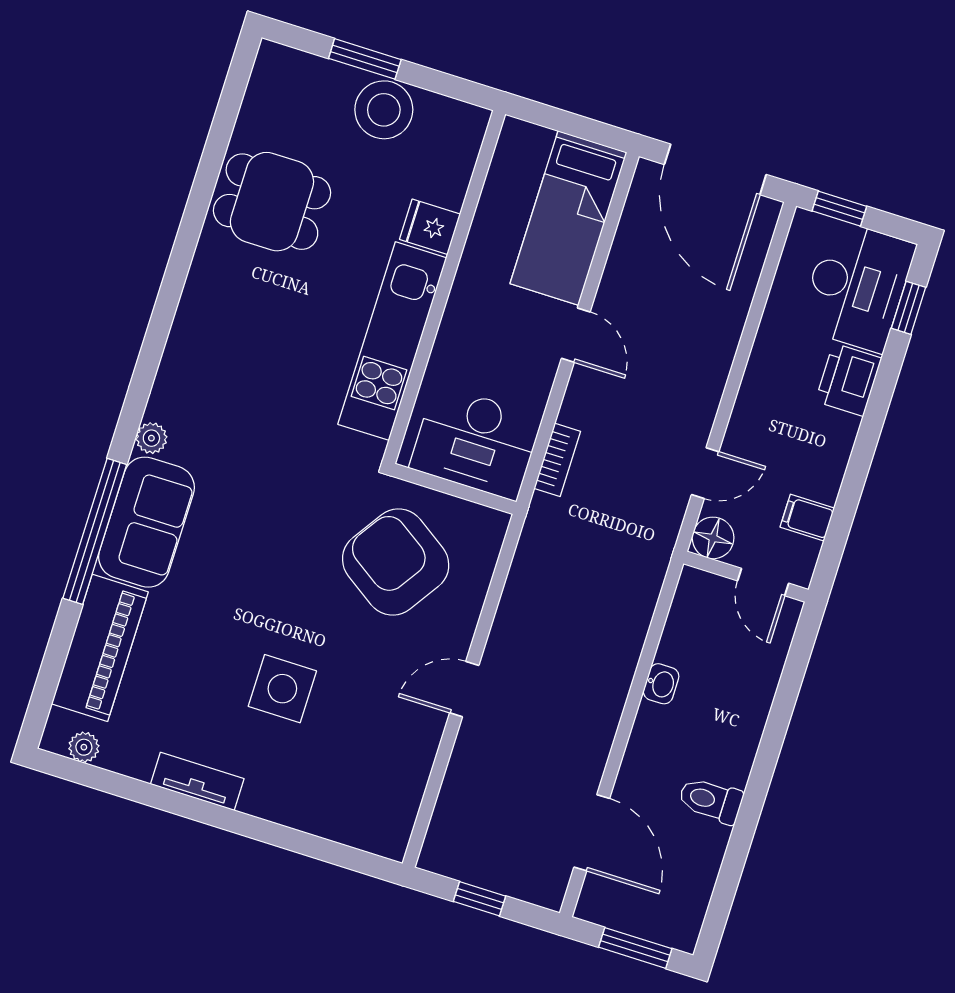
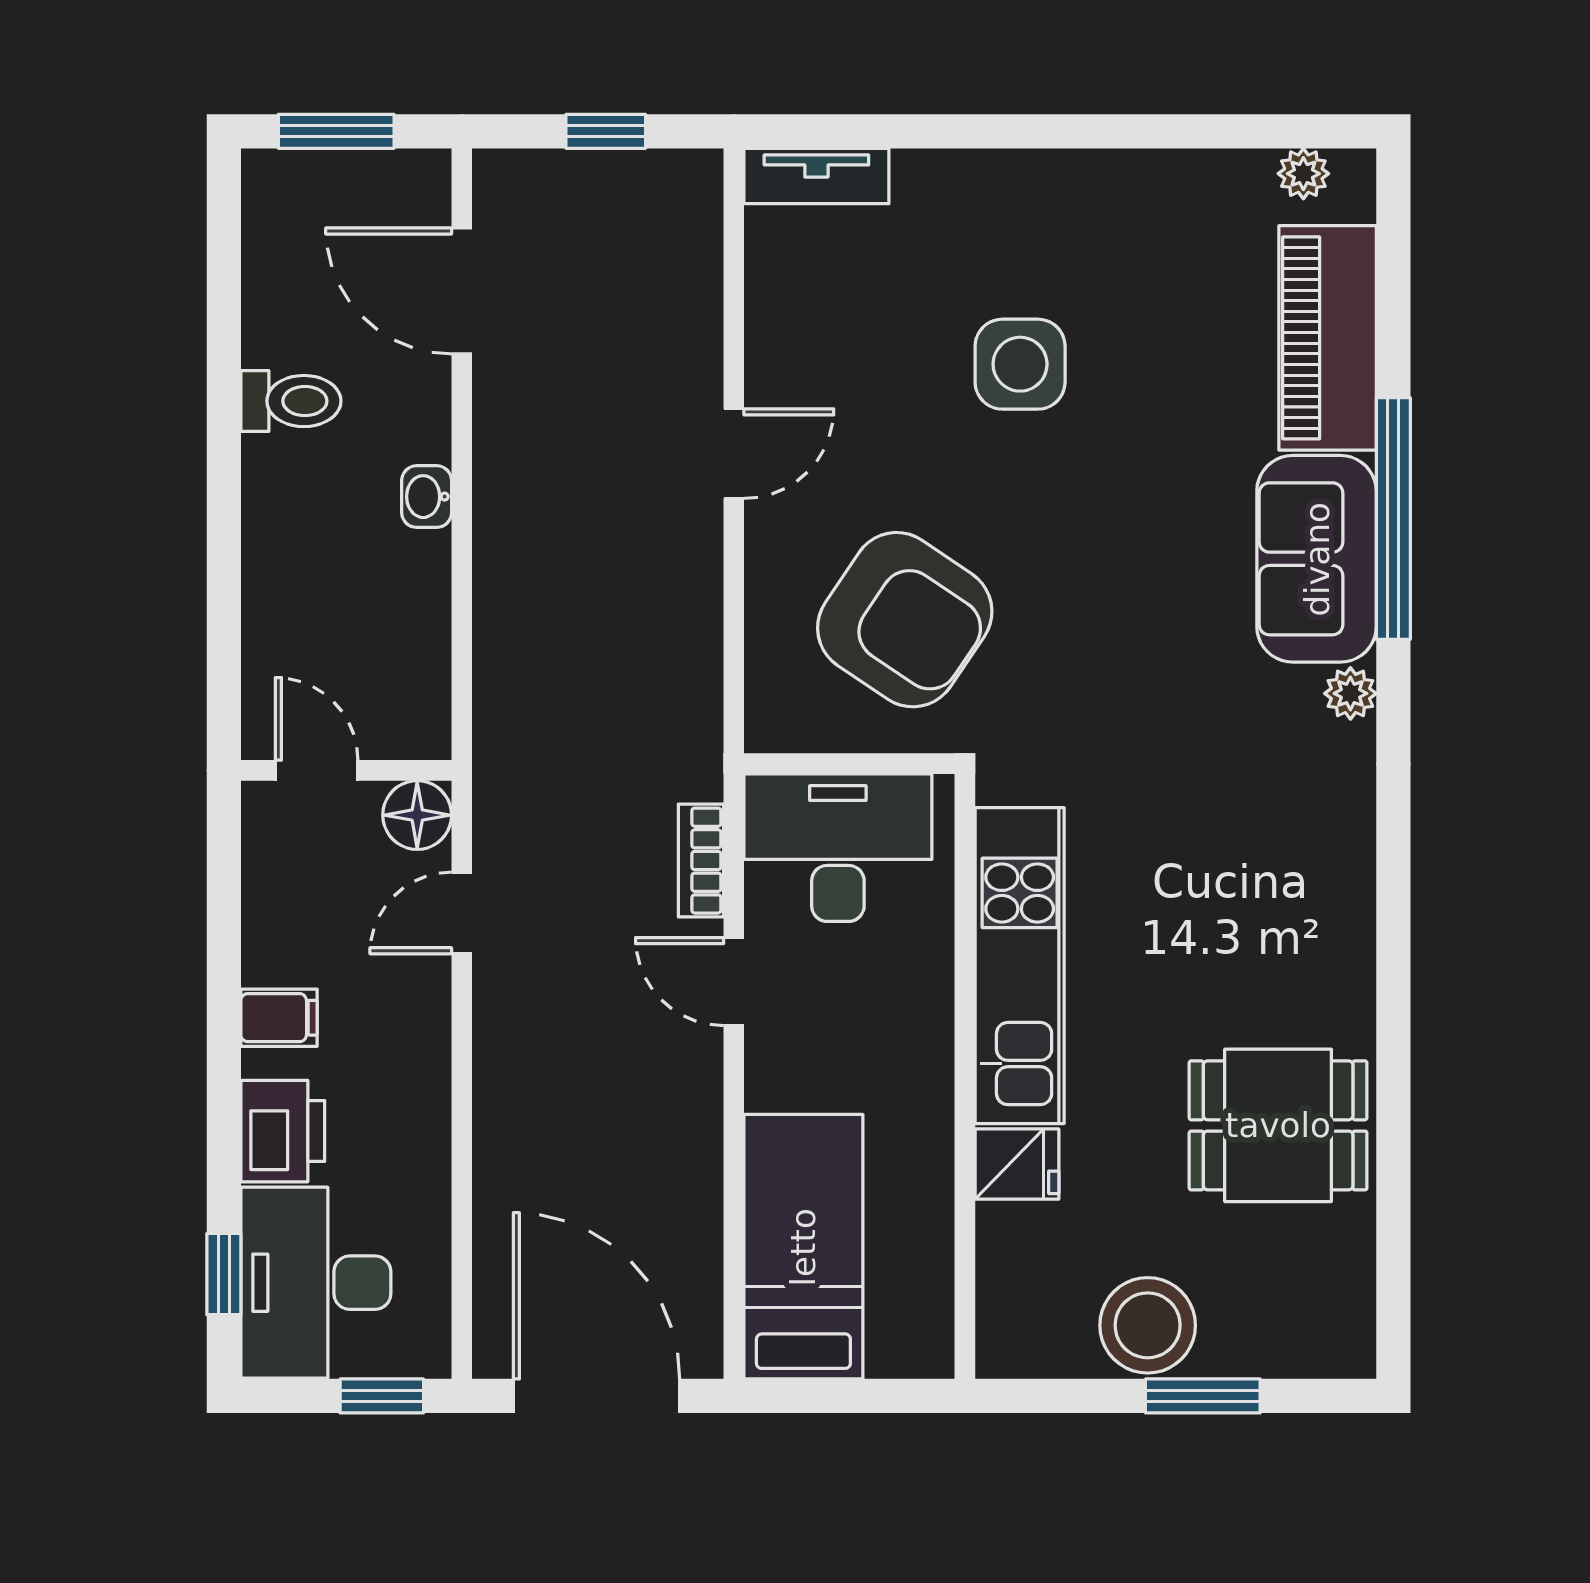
door: (576, 335) -> (734, 982), moved
filing cabinet: (807, 518) -> (279, 1018), moved
washbasin: (661, 684) -> (427, 497), moved
tv unit: (197, 781) -> (816, 176), moved

